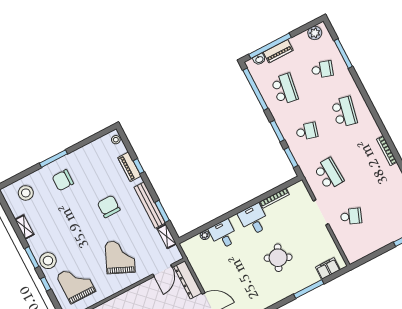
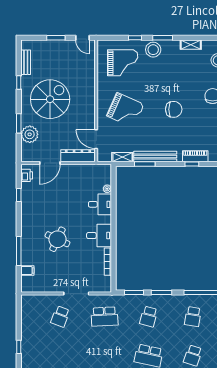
school desk: (285, 89) -> (193, 317), width x0.54
chair: (109, 206) -> (174, 109), moved
filing cabinet: (328, 268) -> (27, 270), width x0.50

